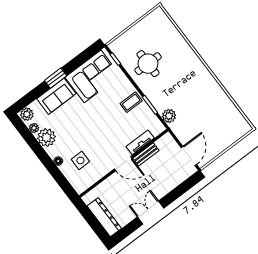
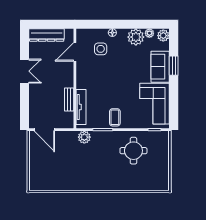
window: (56, 78) -> (174, 66), moved
tv unit: (140, 142) -> (81, 107), width x1.41
door: (123, 164) -> (75, 52), moved

